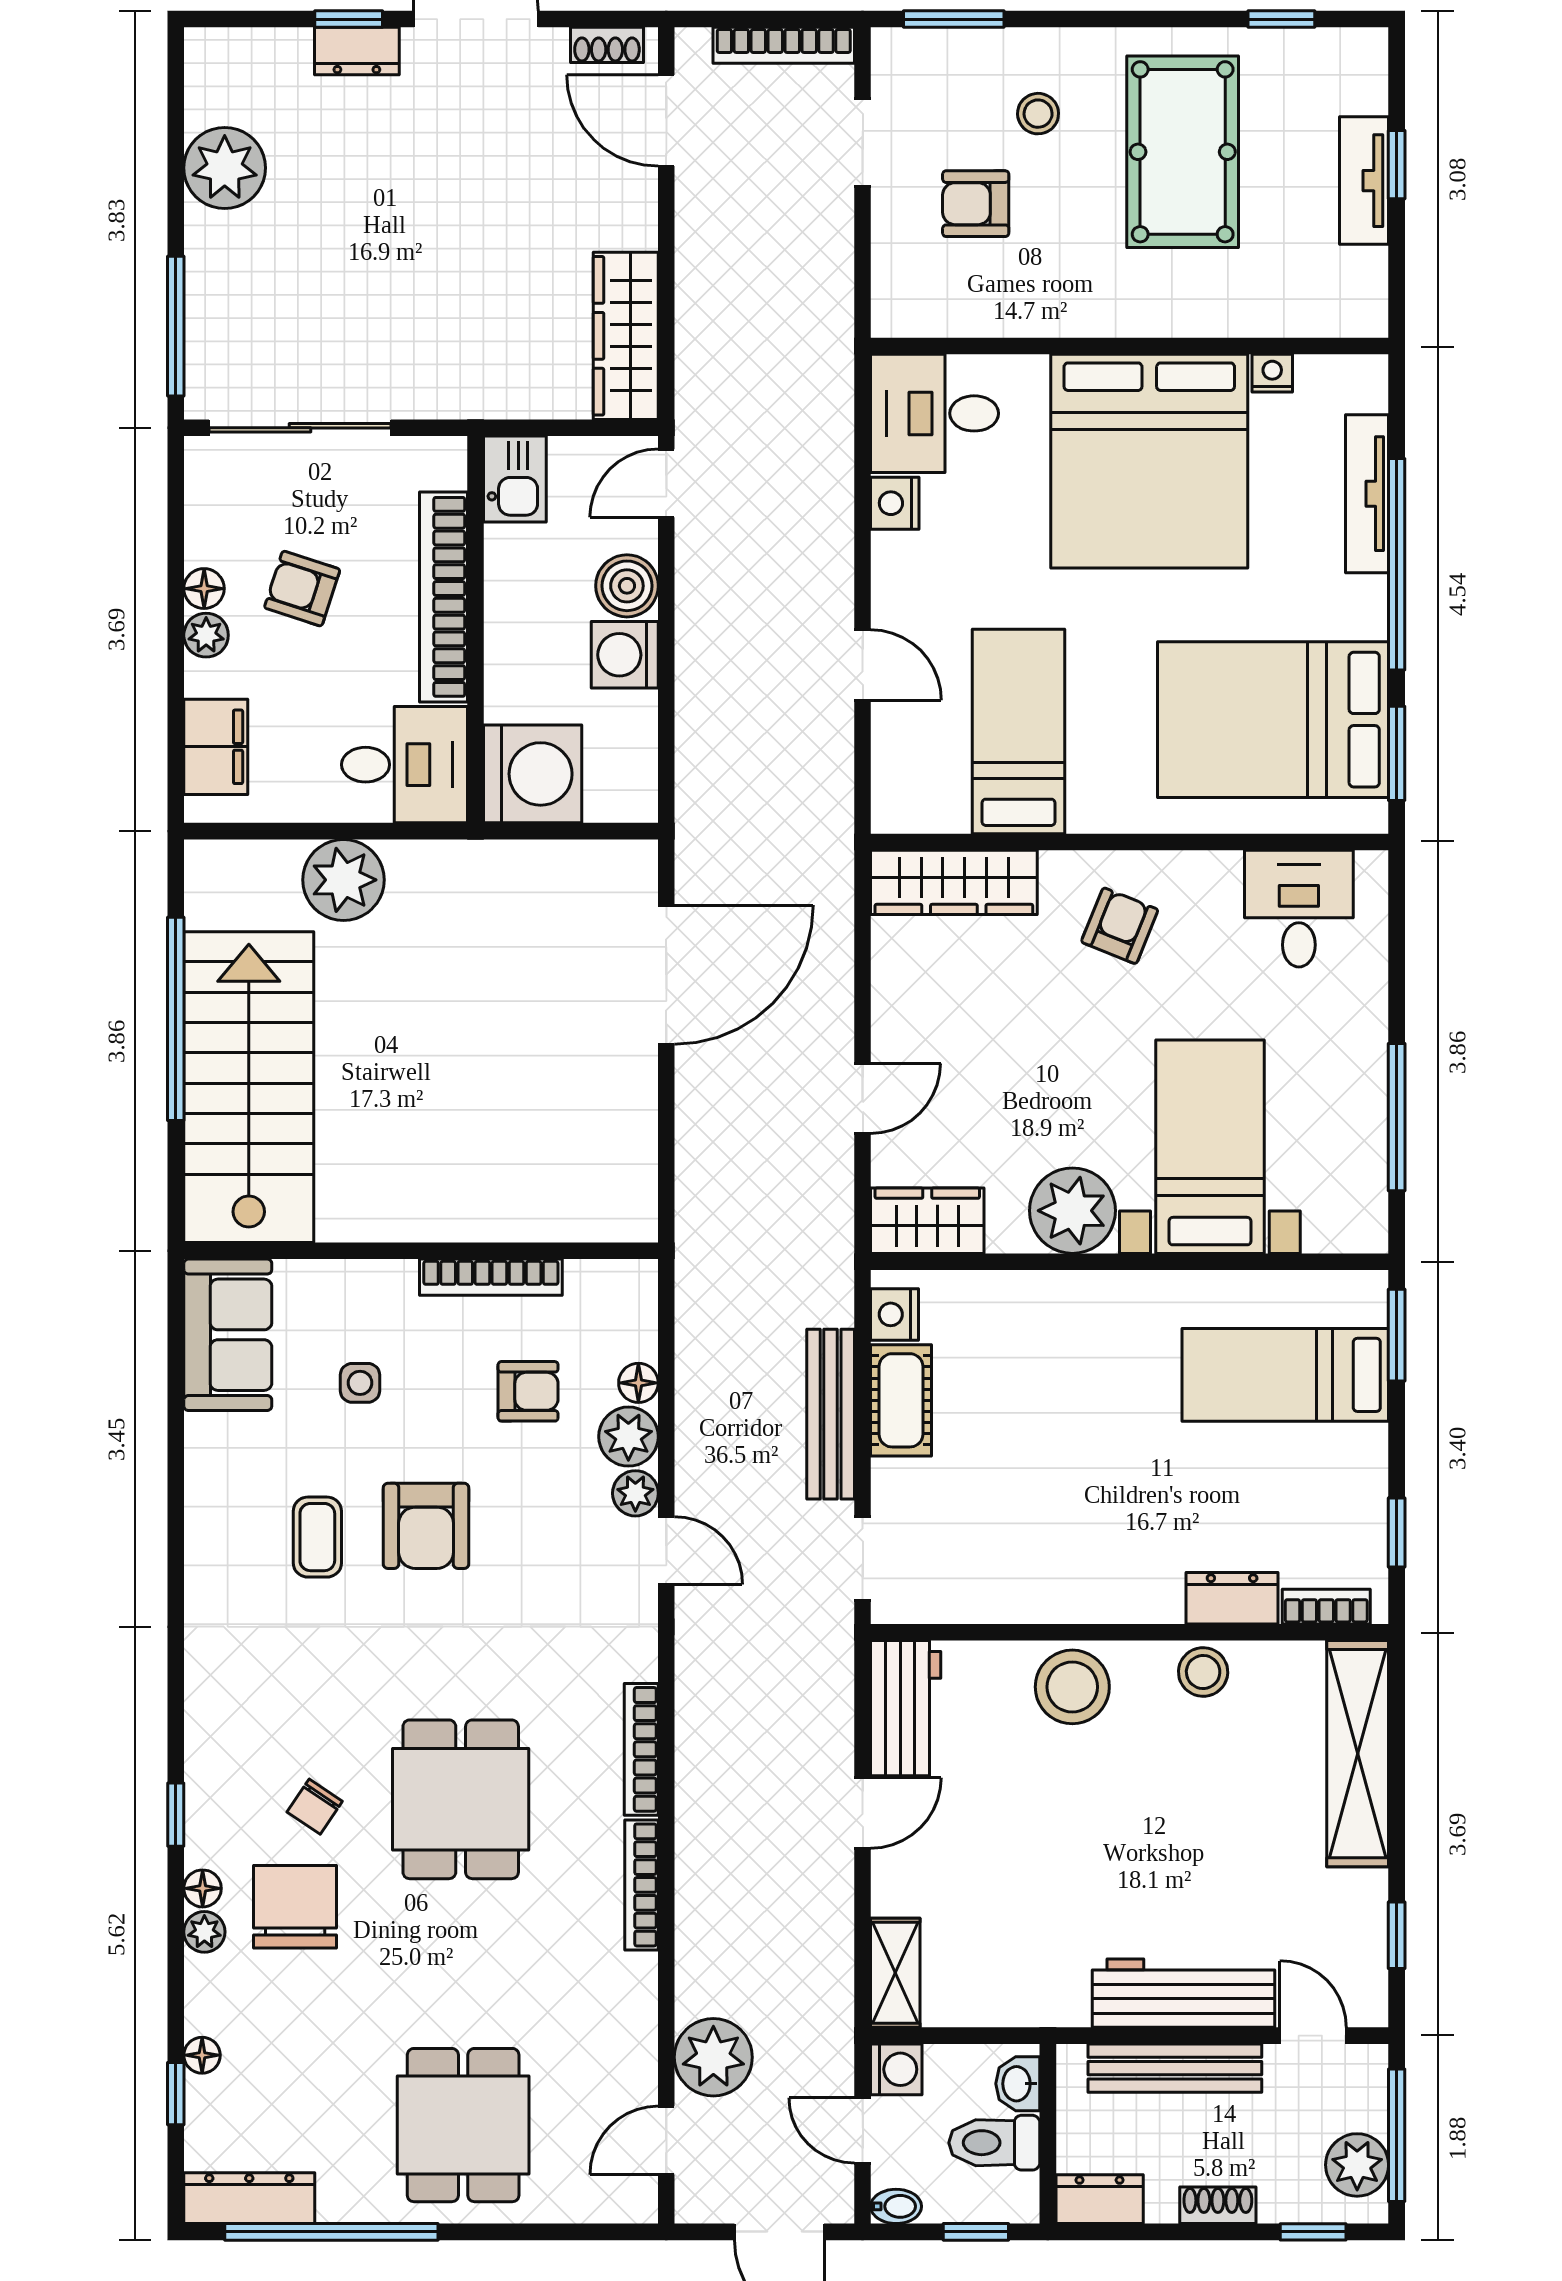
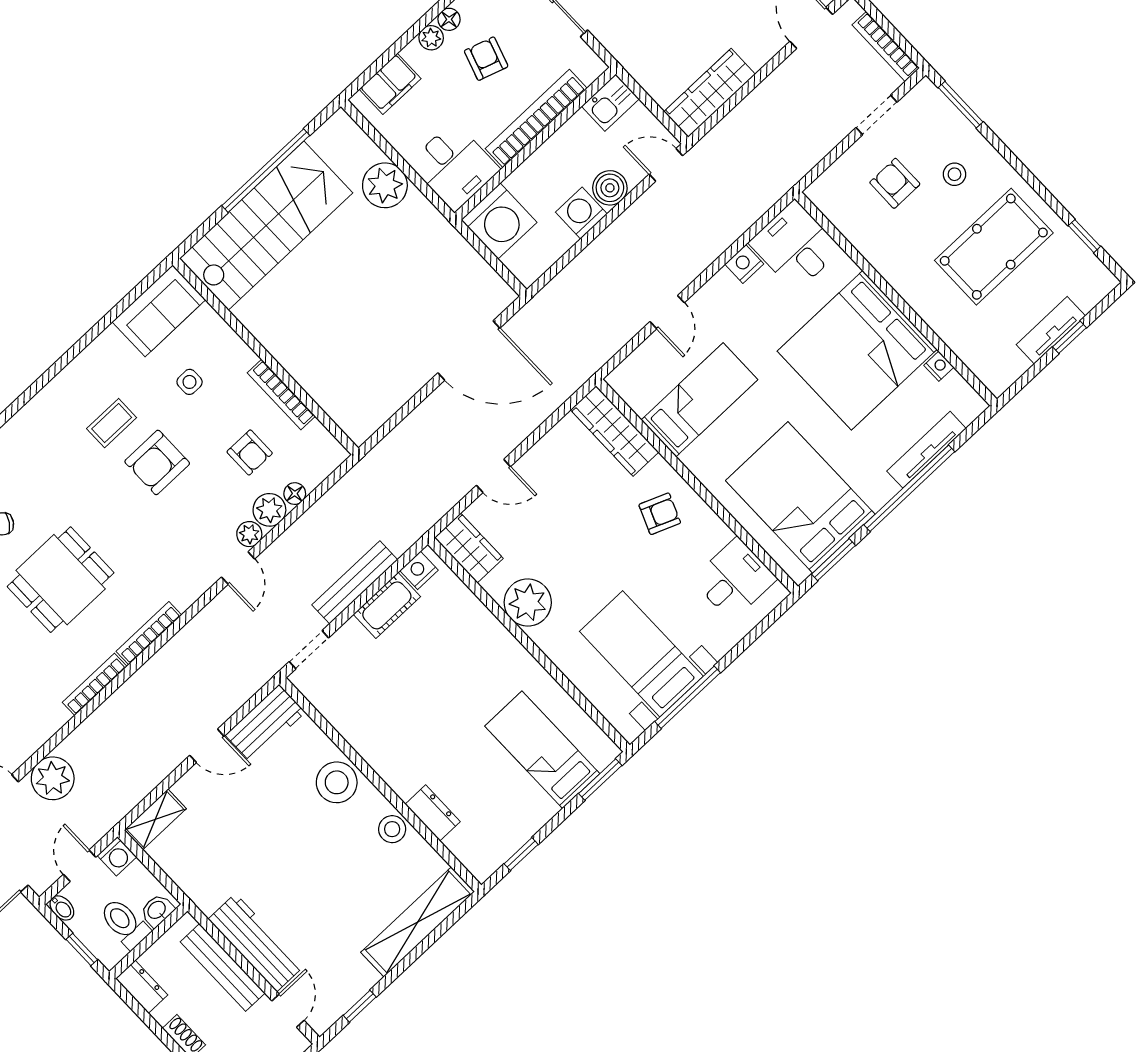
bed with nightstands: (1210, 1147) -> (641, 654), moved, turned -90
bookcase: (1326, 1607) -> (465, 854), removed

